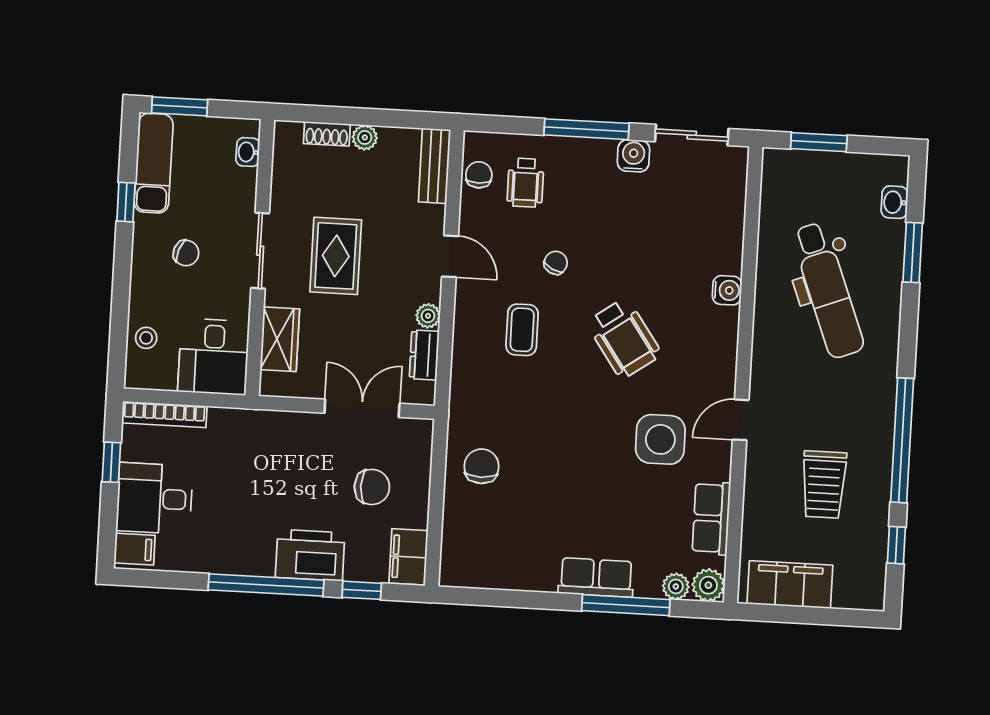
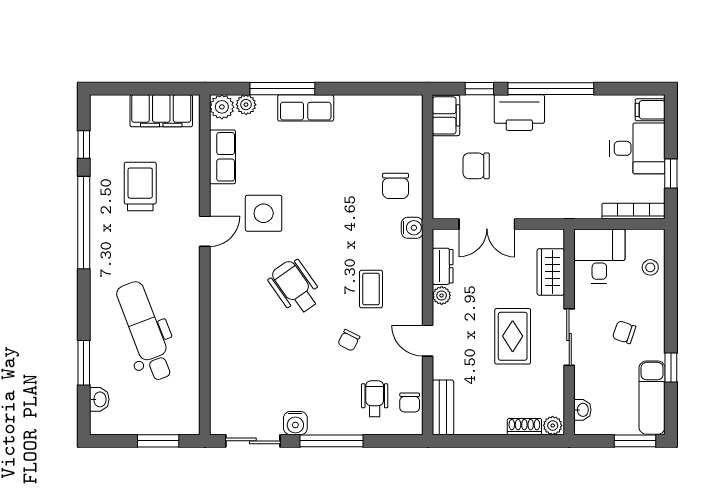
plant: (365, 137) -> (553, 426), moved
water cooler: (727, 290) -> (412, 228), moved, turned 180

